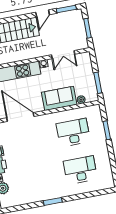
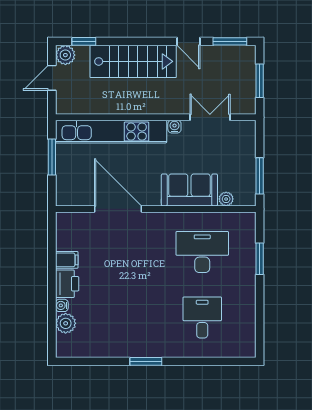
door: (43, 13) -> (188, 41), hinge flipped
double door: (63, 55) -> (210, 117), swing flipped
desk: (80, 170) -> (202, 317), width x0.73

